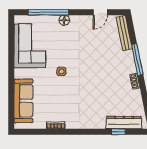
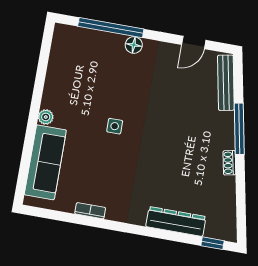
corner sofa: (30, 46) -> (71, 76), removed
plant: (19, 73) -> (46, 117), added
dresser: (124, 123) -> (176, 221), moved
window: (118, 132) -> (213, 243), moved

